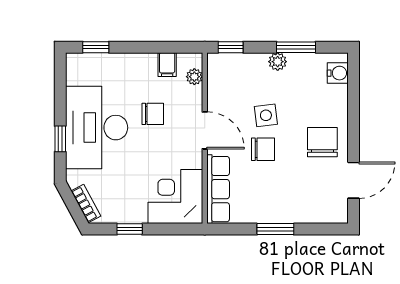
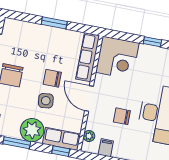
plant: (278, 62) -> (32, 130), width x1.87, depth x1.87
row of seats: (233, 65) -> (62, 139), added

